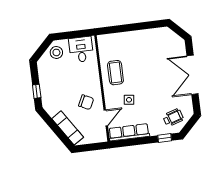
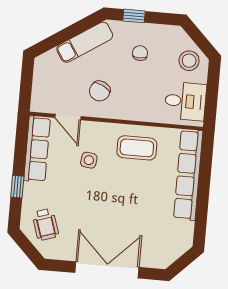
row of seats: (125, 38) -> (188, 175), added
chair: (58, 83) -> (140, 53), added
exam couch: (68, 128) -> (85, 42), moved
window: (165, 138) -> (17, 187), moved

